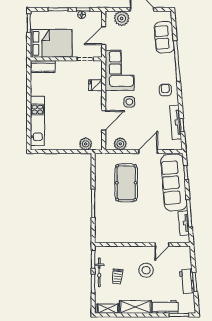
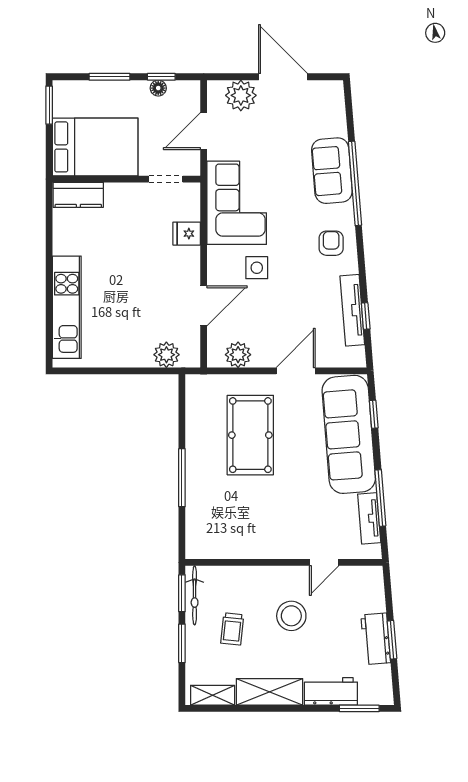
sofa: (164, 37) -> (332, 171), moved
bicycle: (99, 272) -> (195, 595), moved

